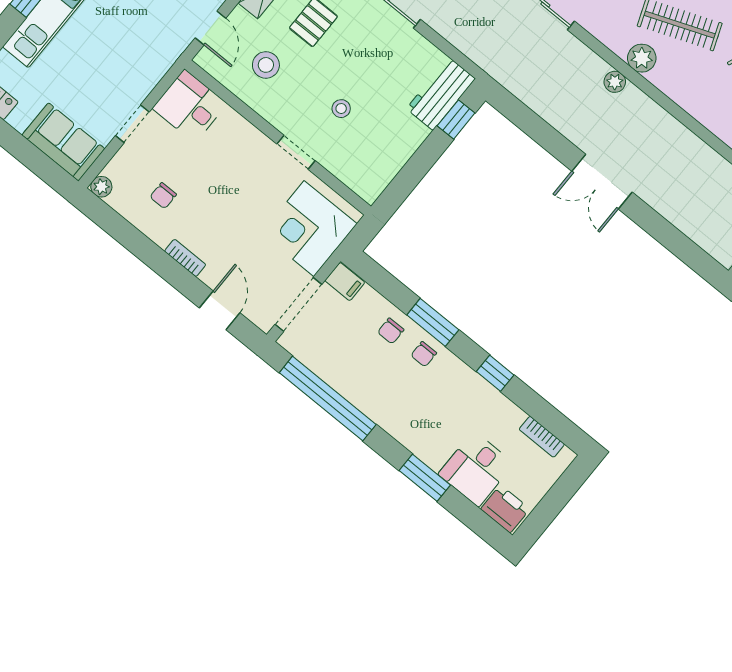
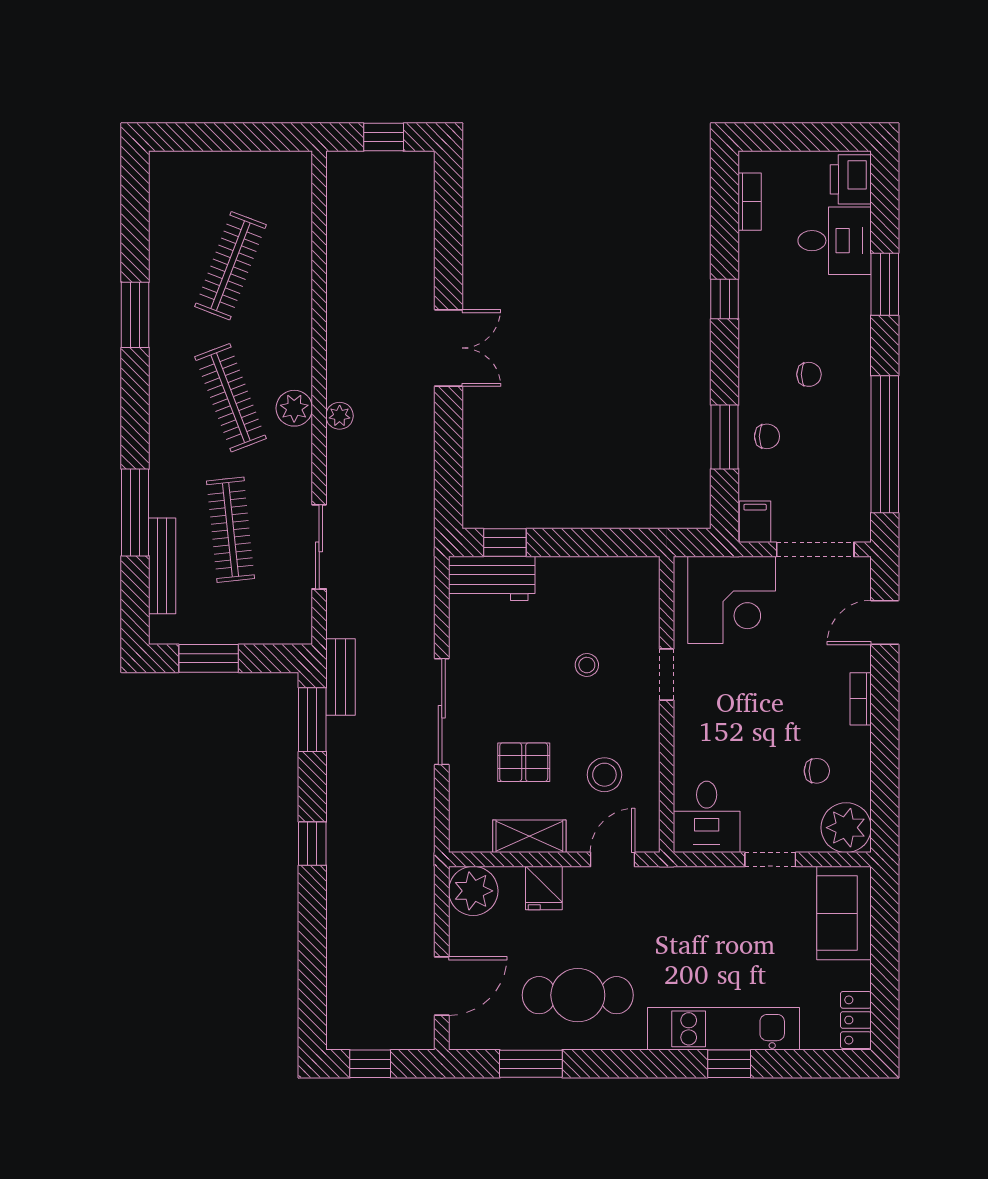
plant: (101, 187) -> (846, 828), width x1.87, depth x1.87
window: (433, 322) -> (725, 437), moved
chair: (424, 354) -> (809, 374), moved

